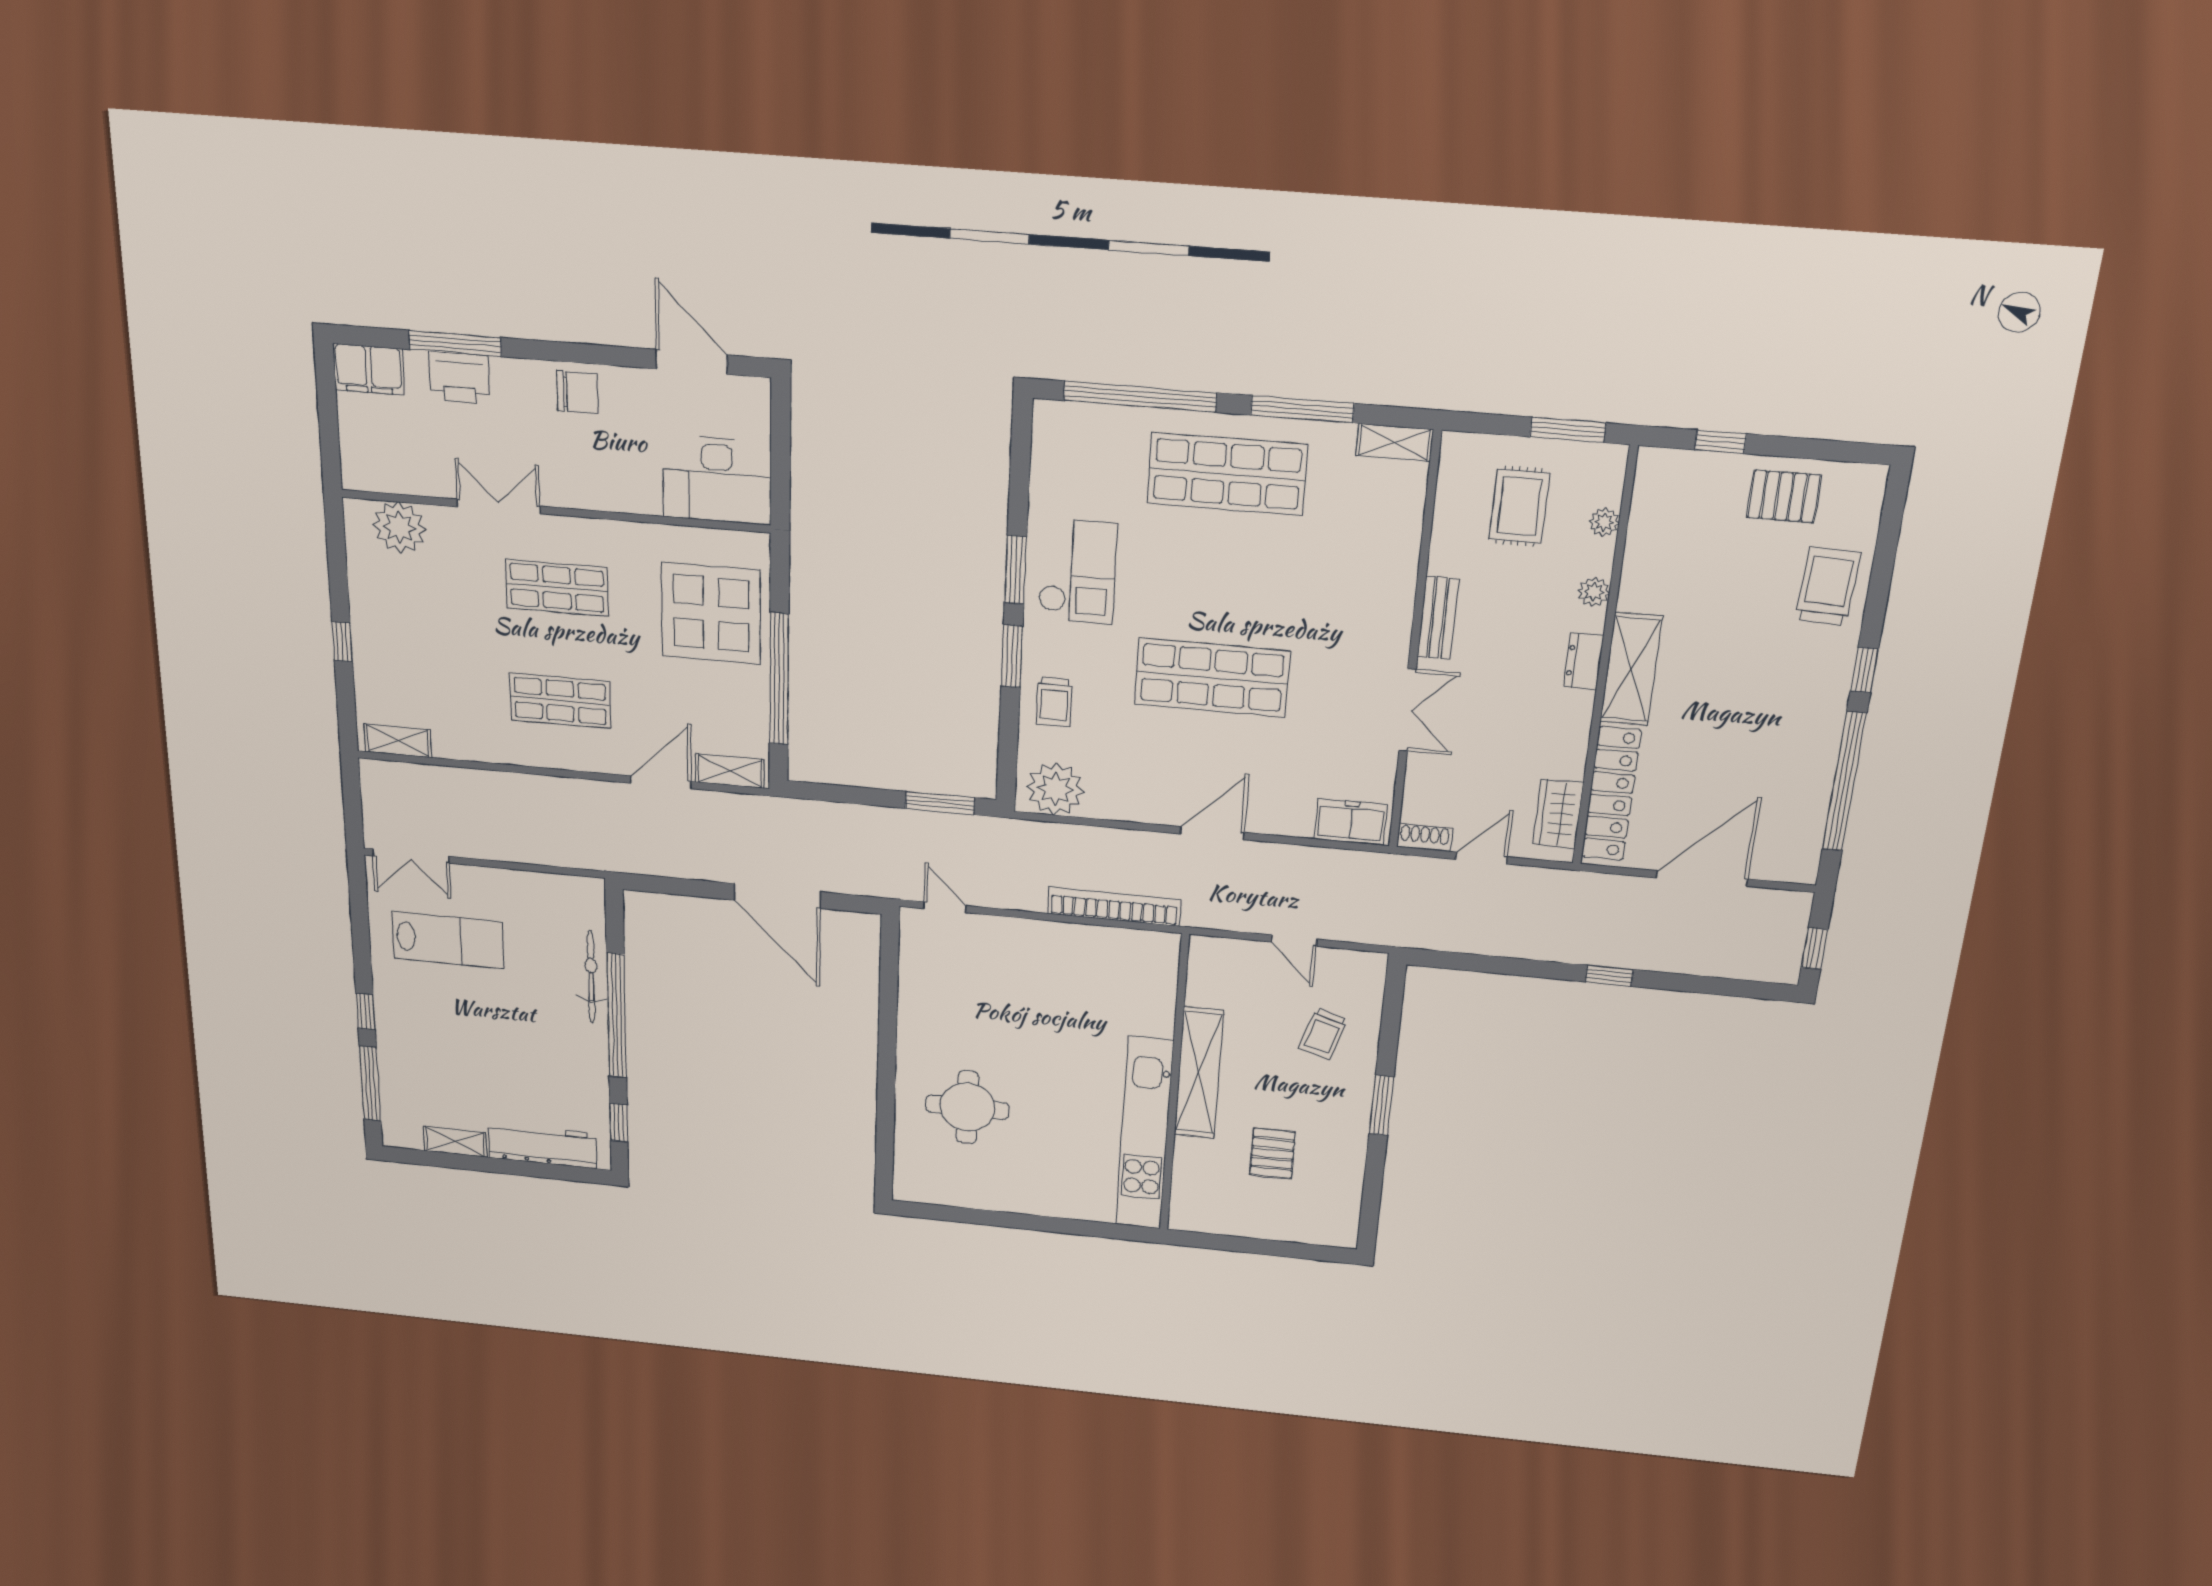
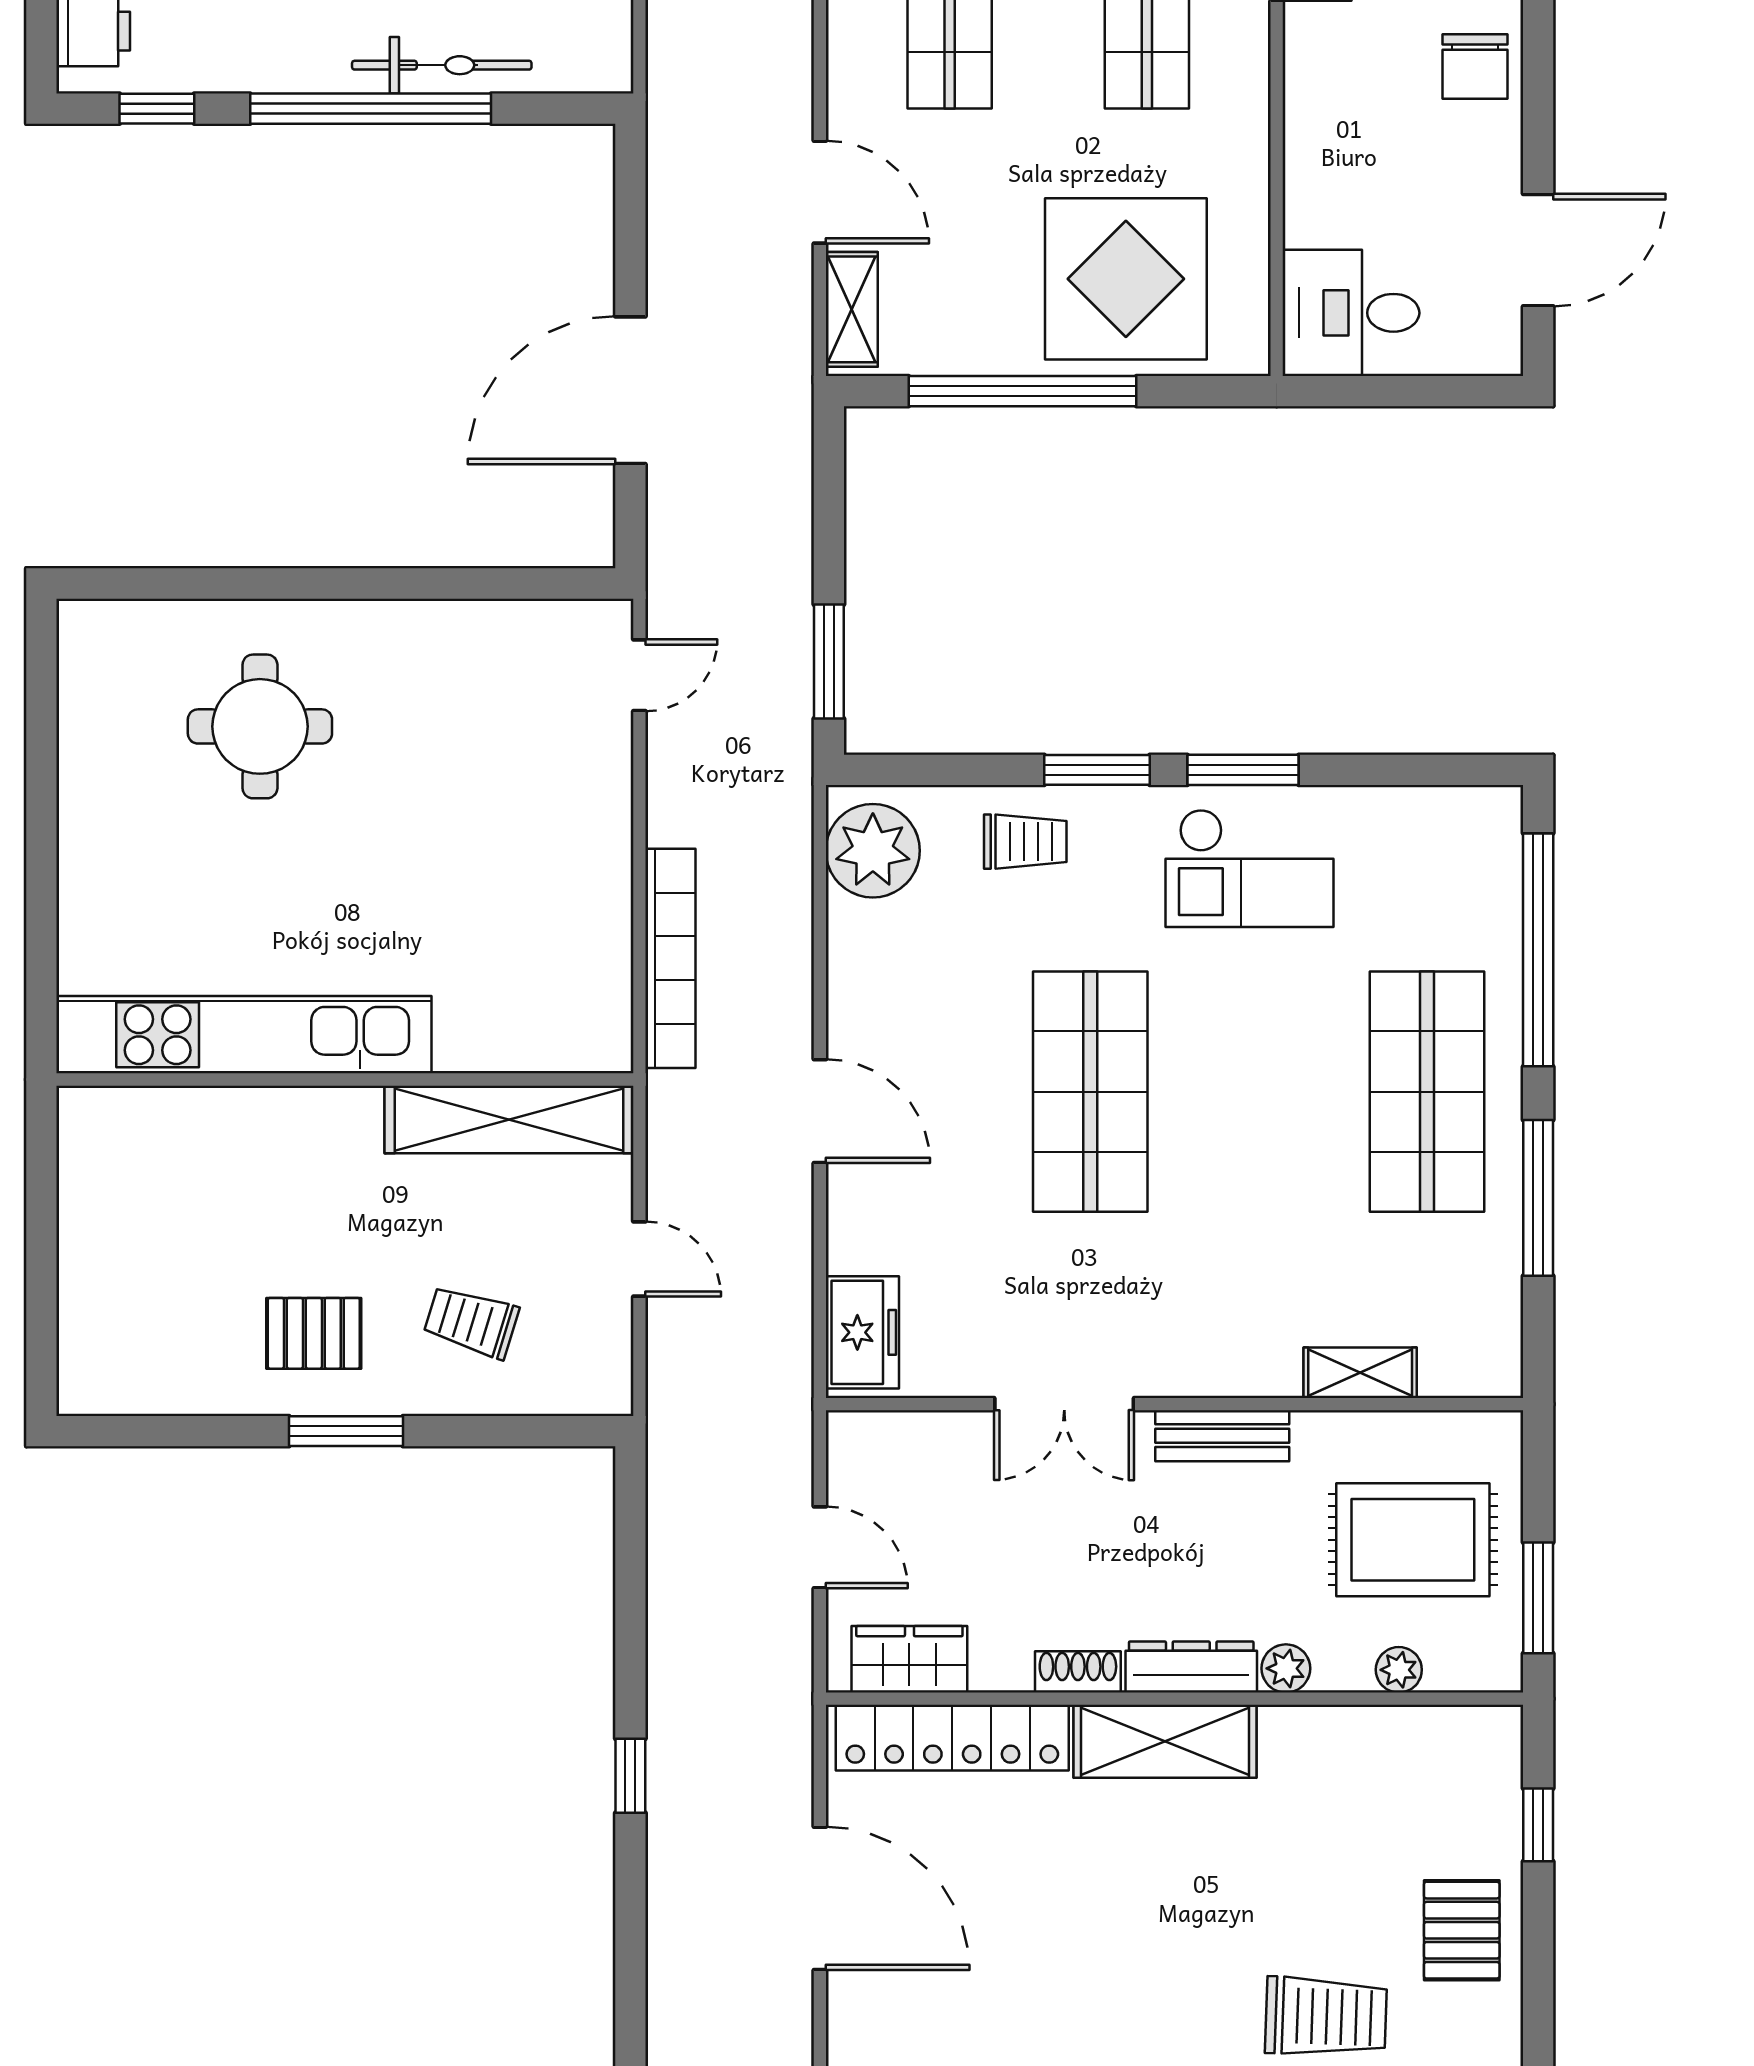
shelving: (1395, 442) -> (1360, 1373), moved, turned 90
desk: (717, 480) -> (1351, 313), width x0.73
rug: (1519, 506) -> (1413, 1540), width x1.36, depth x1.43
dresser: (1584, 661) -> (1191, 1667), width x1.44
trolley: (1054, 702) -> (1025, 842), turned 180
shoe rack: (1425, 838) -> (1078, 1672), moved, turned -90
door: (1294, 941) -> (639, 1259), swing flipped
shelving: (1199, 1073) -> (509, 1119), moved
pallet: (1272, 1153) -> (314, 1333), moved

